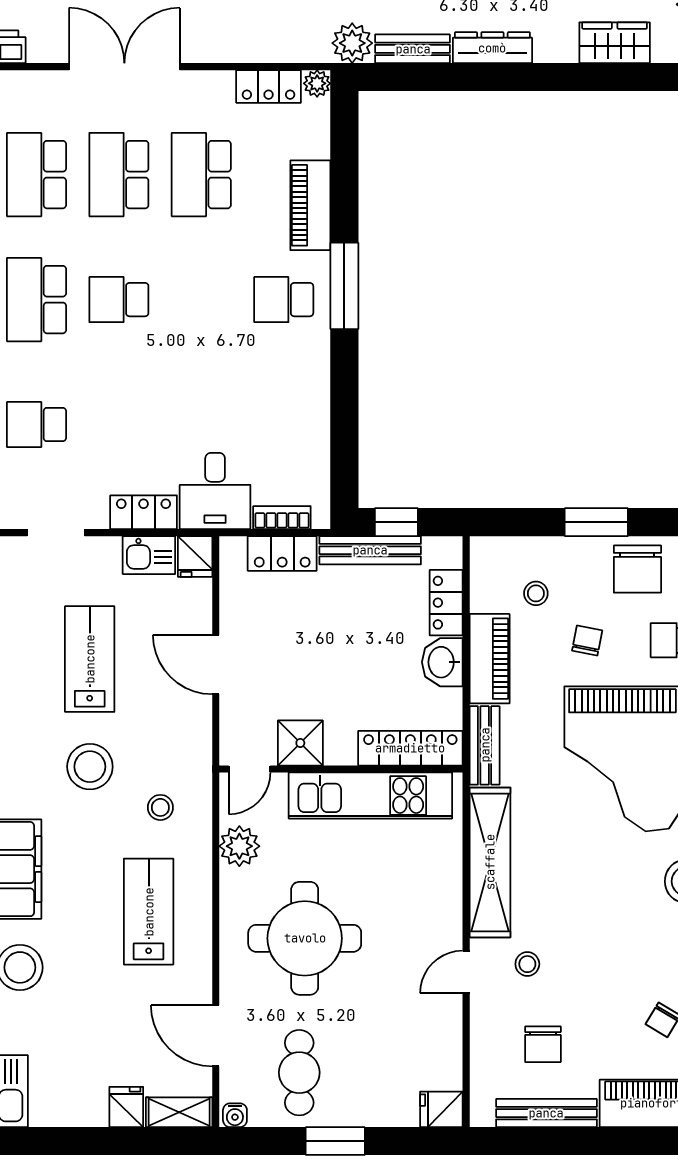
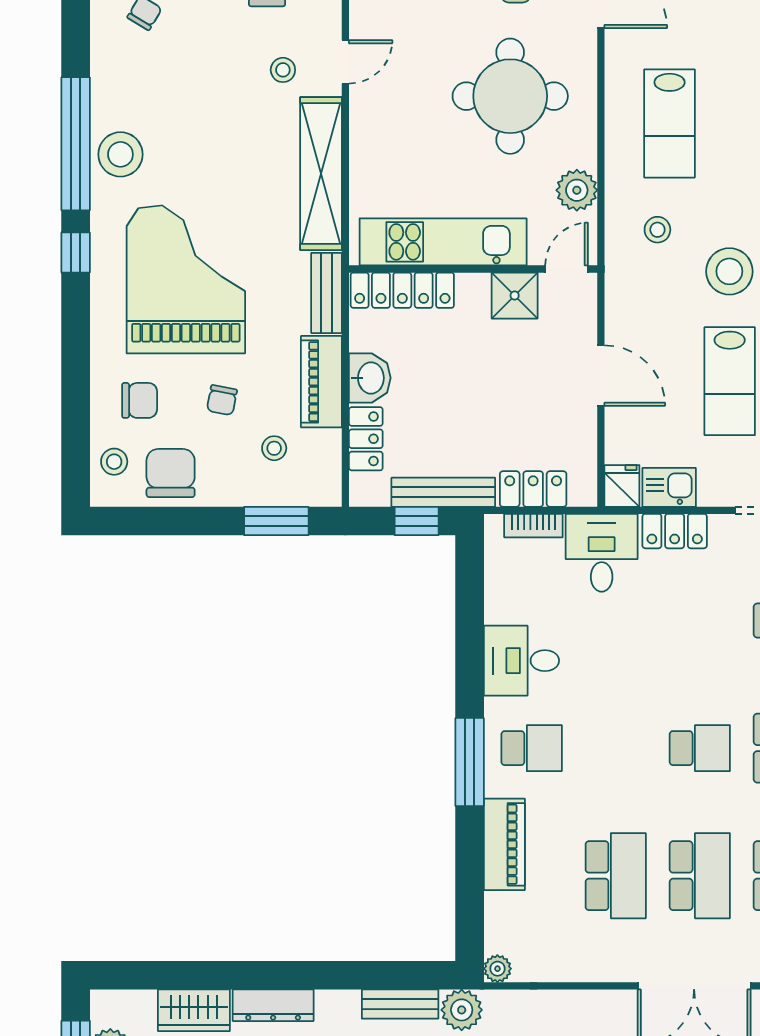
dresser: (492, 48) -> (273, 1005), moved
locker: (269, 86) -> (547, 966), removed
desk: (294, 385) -> (521, 661), added
window: (596, 522) -> (276, 521), moved

